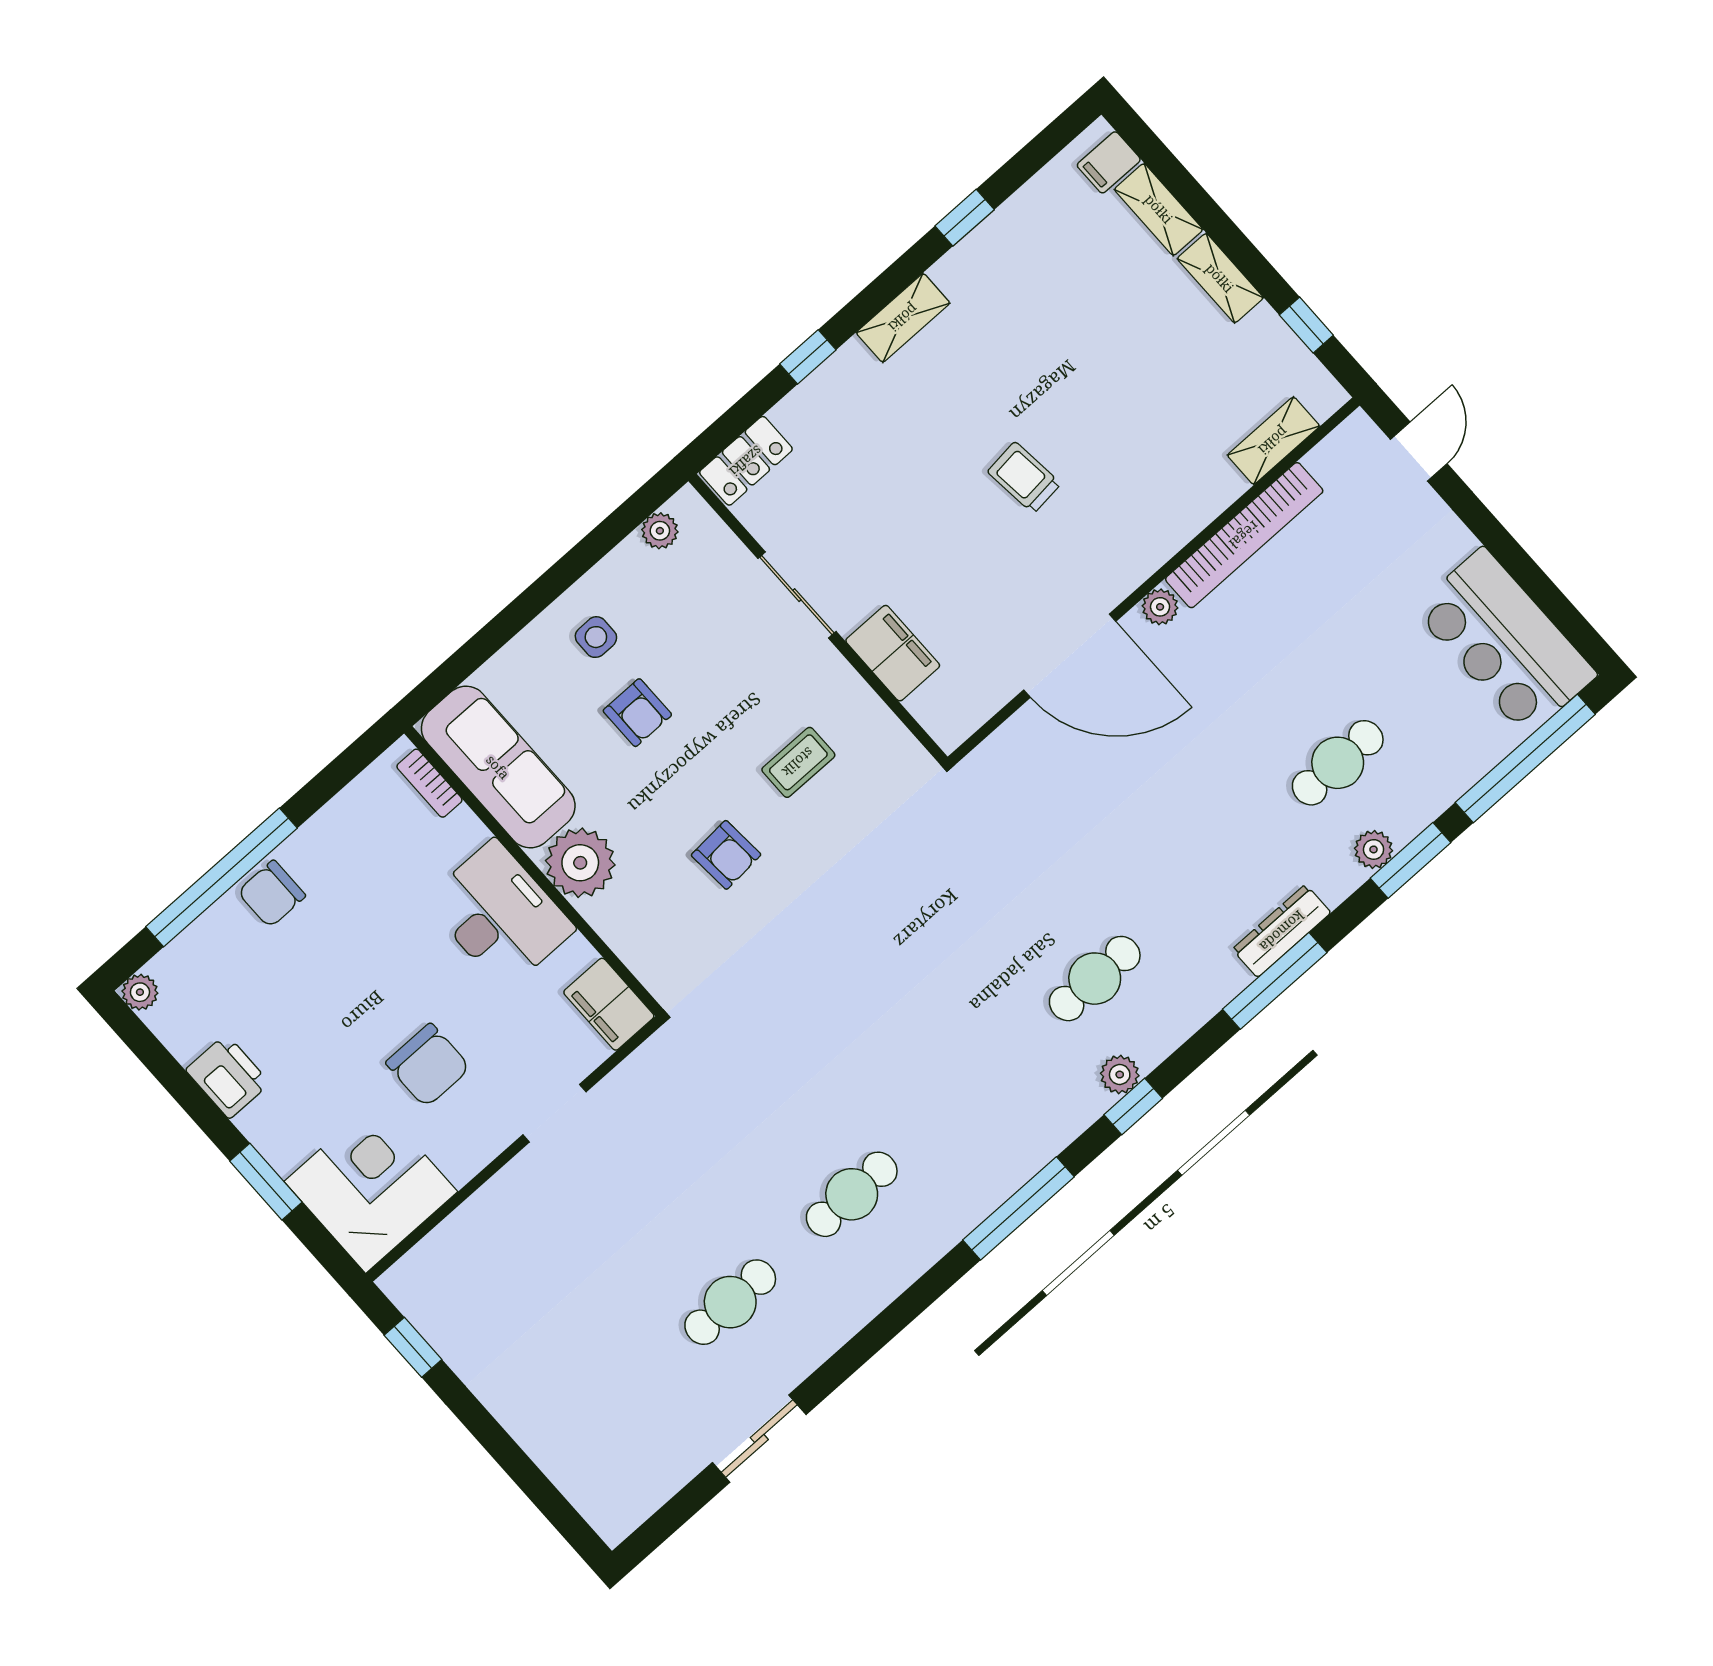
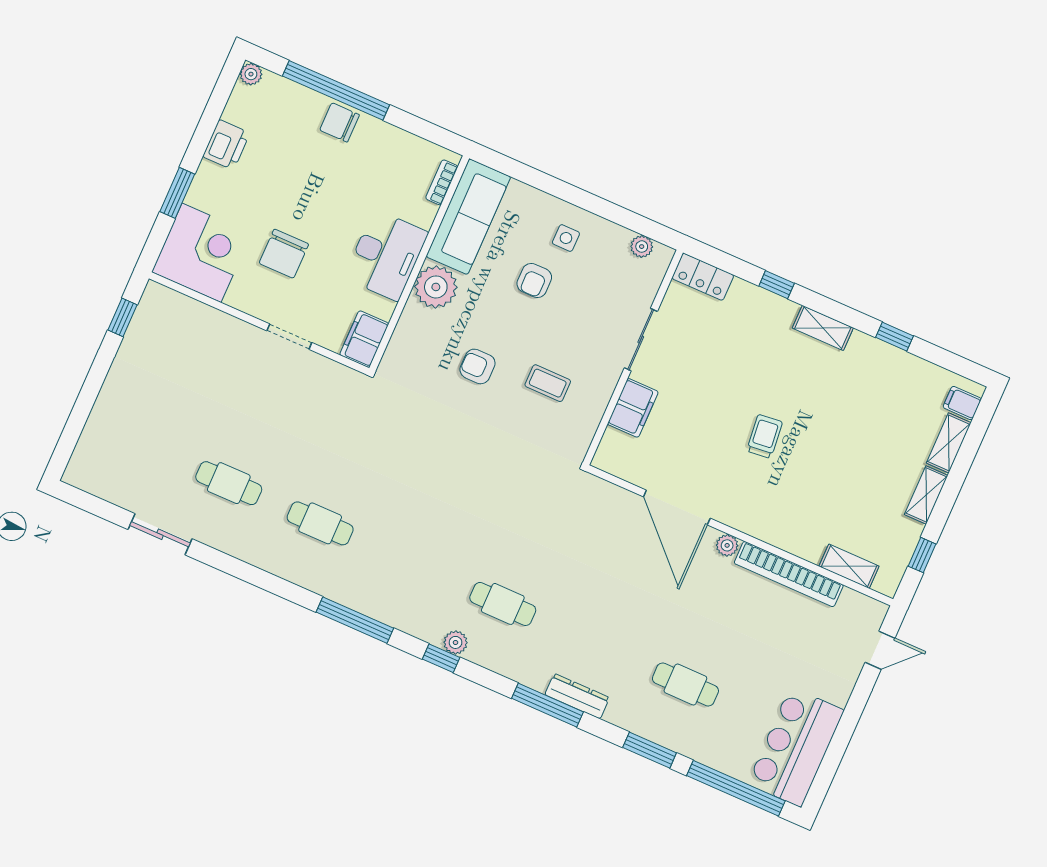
plant: (1374, 849) -> (646, 727), removed
armchair: (726, 855) -> (478, 366), turned 94

